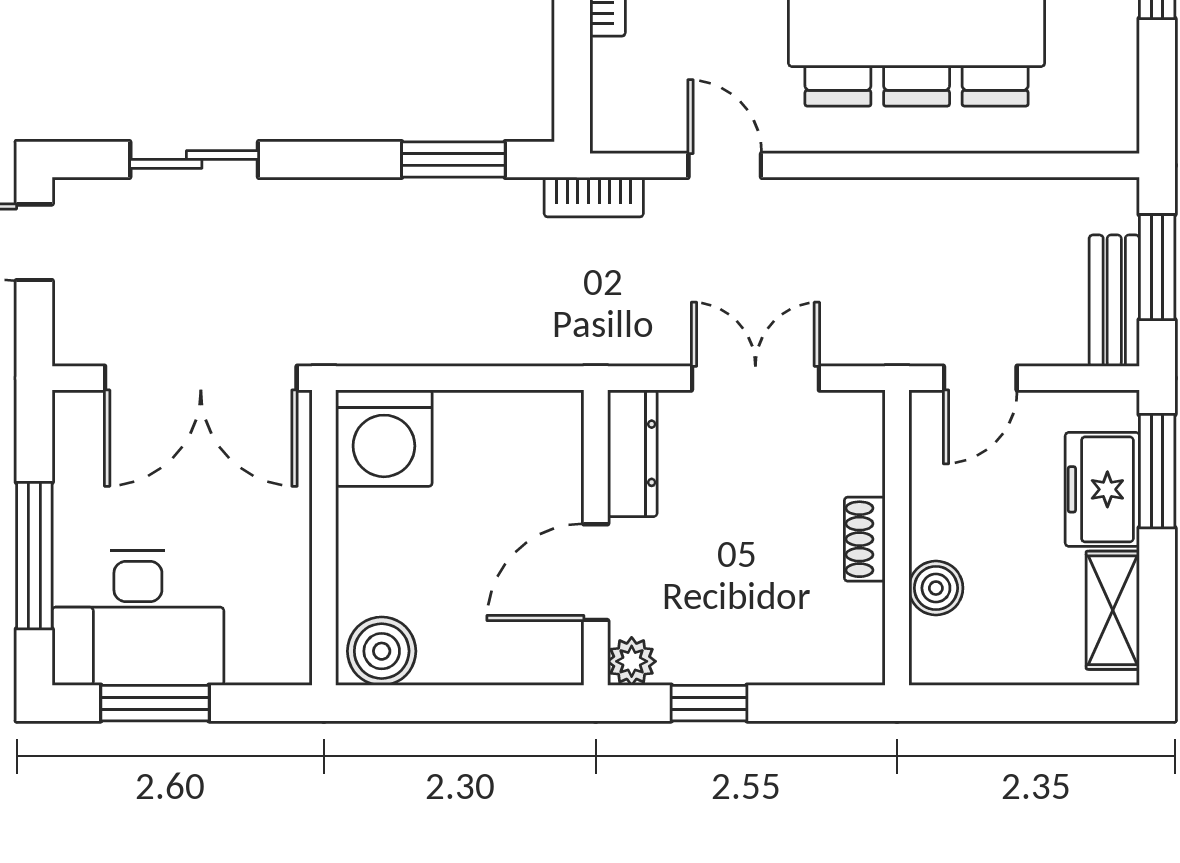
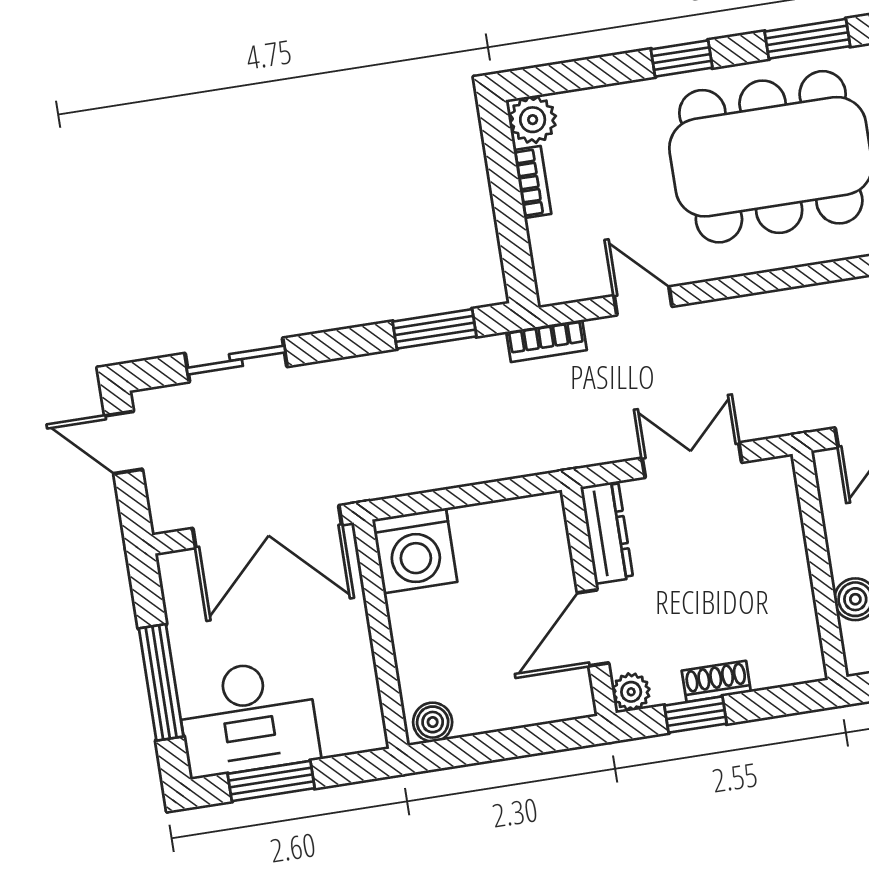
shoe rack: (865, 539) -> (716, 681), moved, turned 90
boiler: (382, 651) -> (433, 722), width x0.73, depth x0.73

